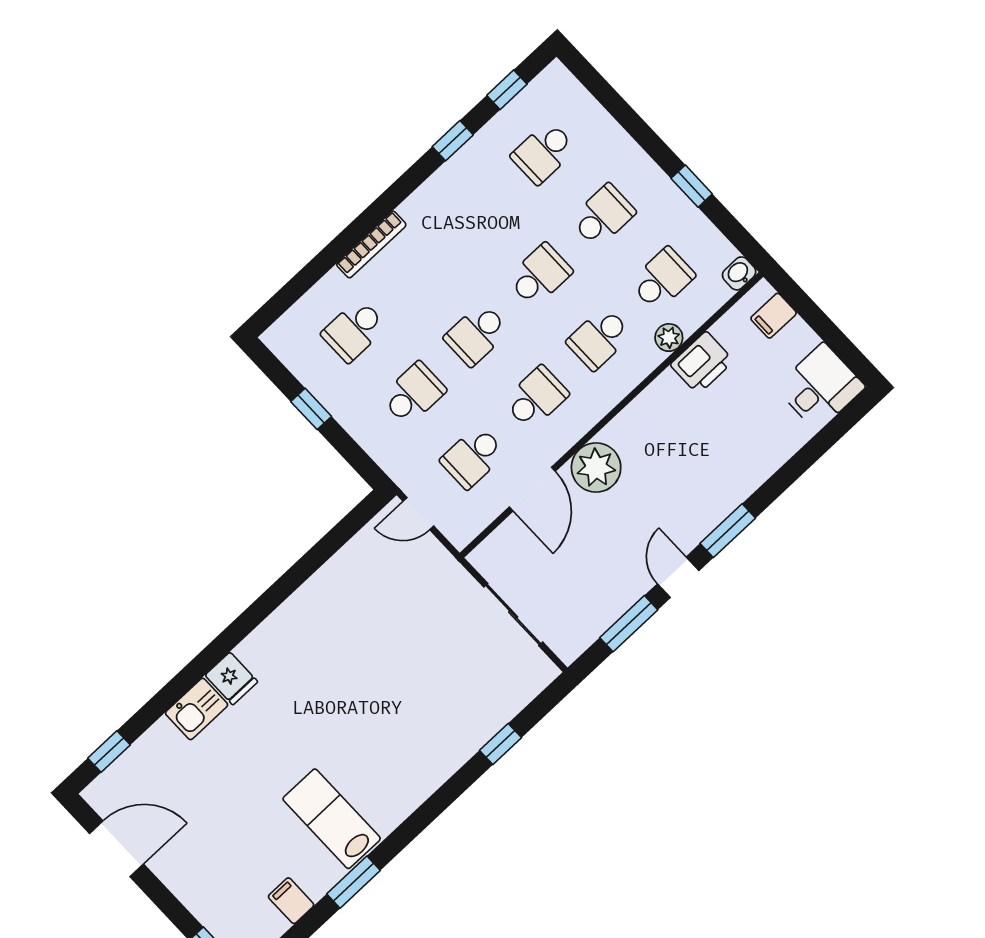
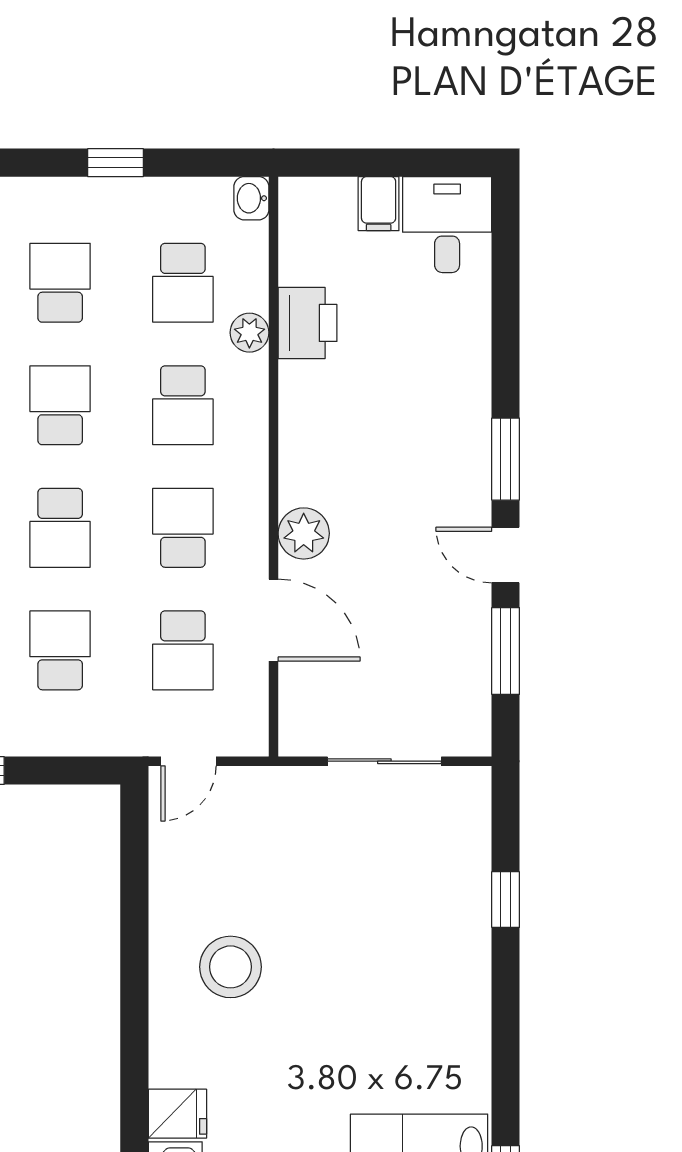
school desk: (662, 279) -> (183, 283), turned 180
filing cabinet: (774, 316) -> (379, 204), moved
plant: (596, 468) -> (304, 533), width x0.73, depth x0.73
stool: (333, 635) -> (231, 967), added

